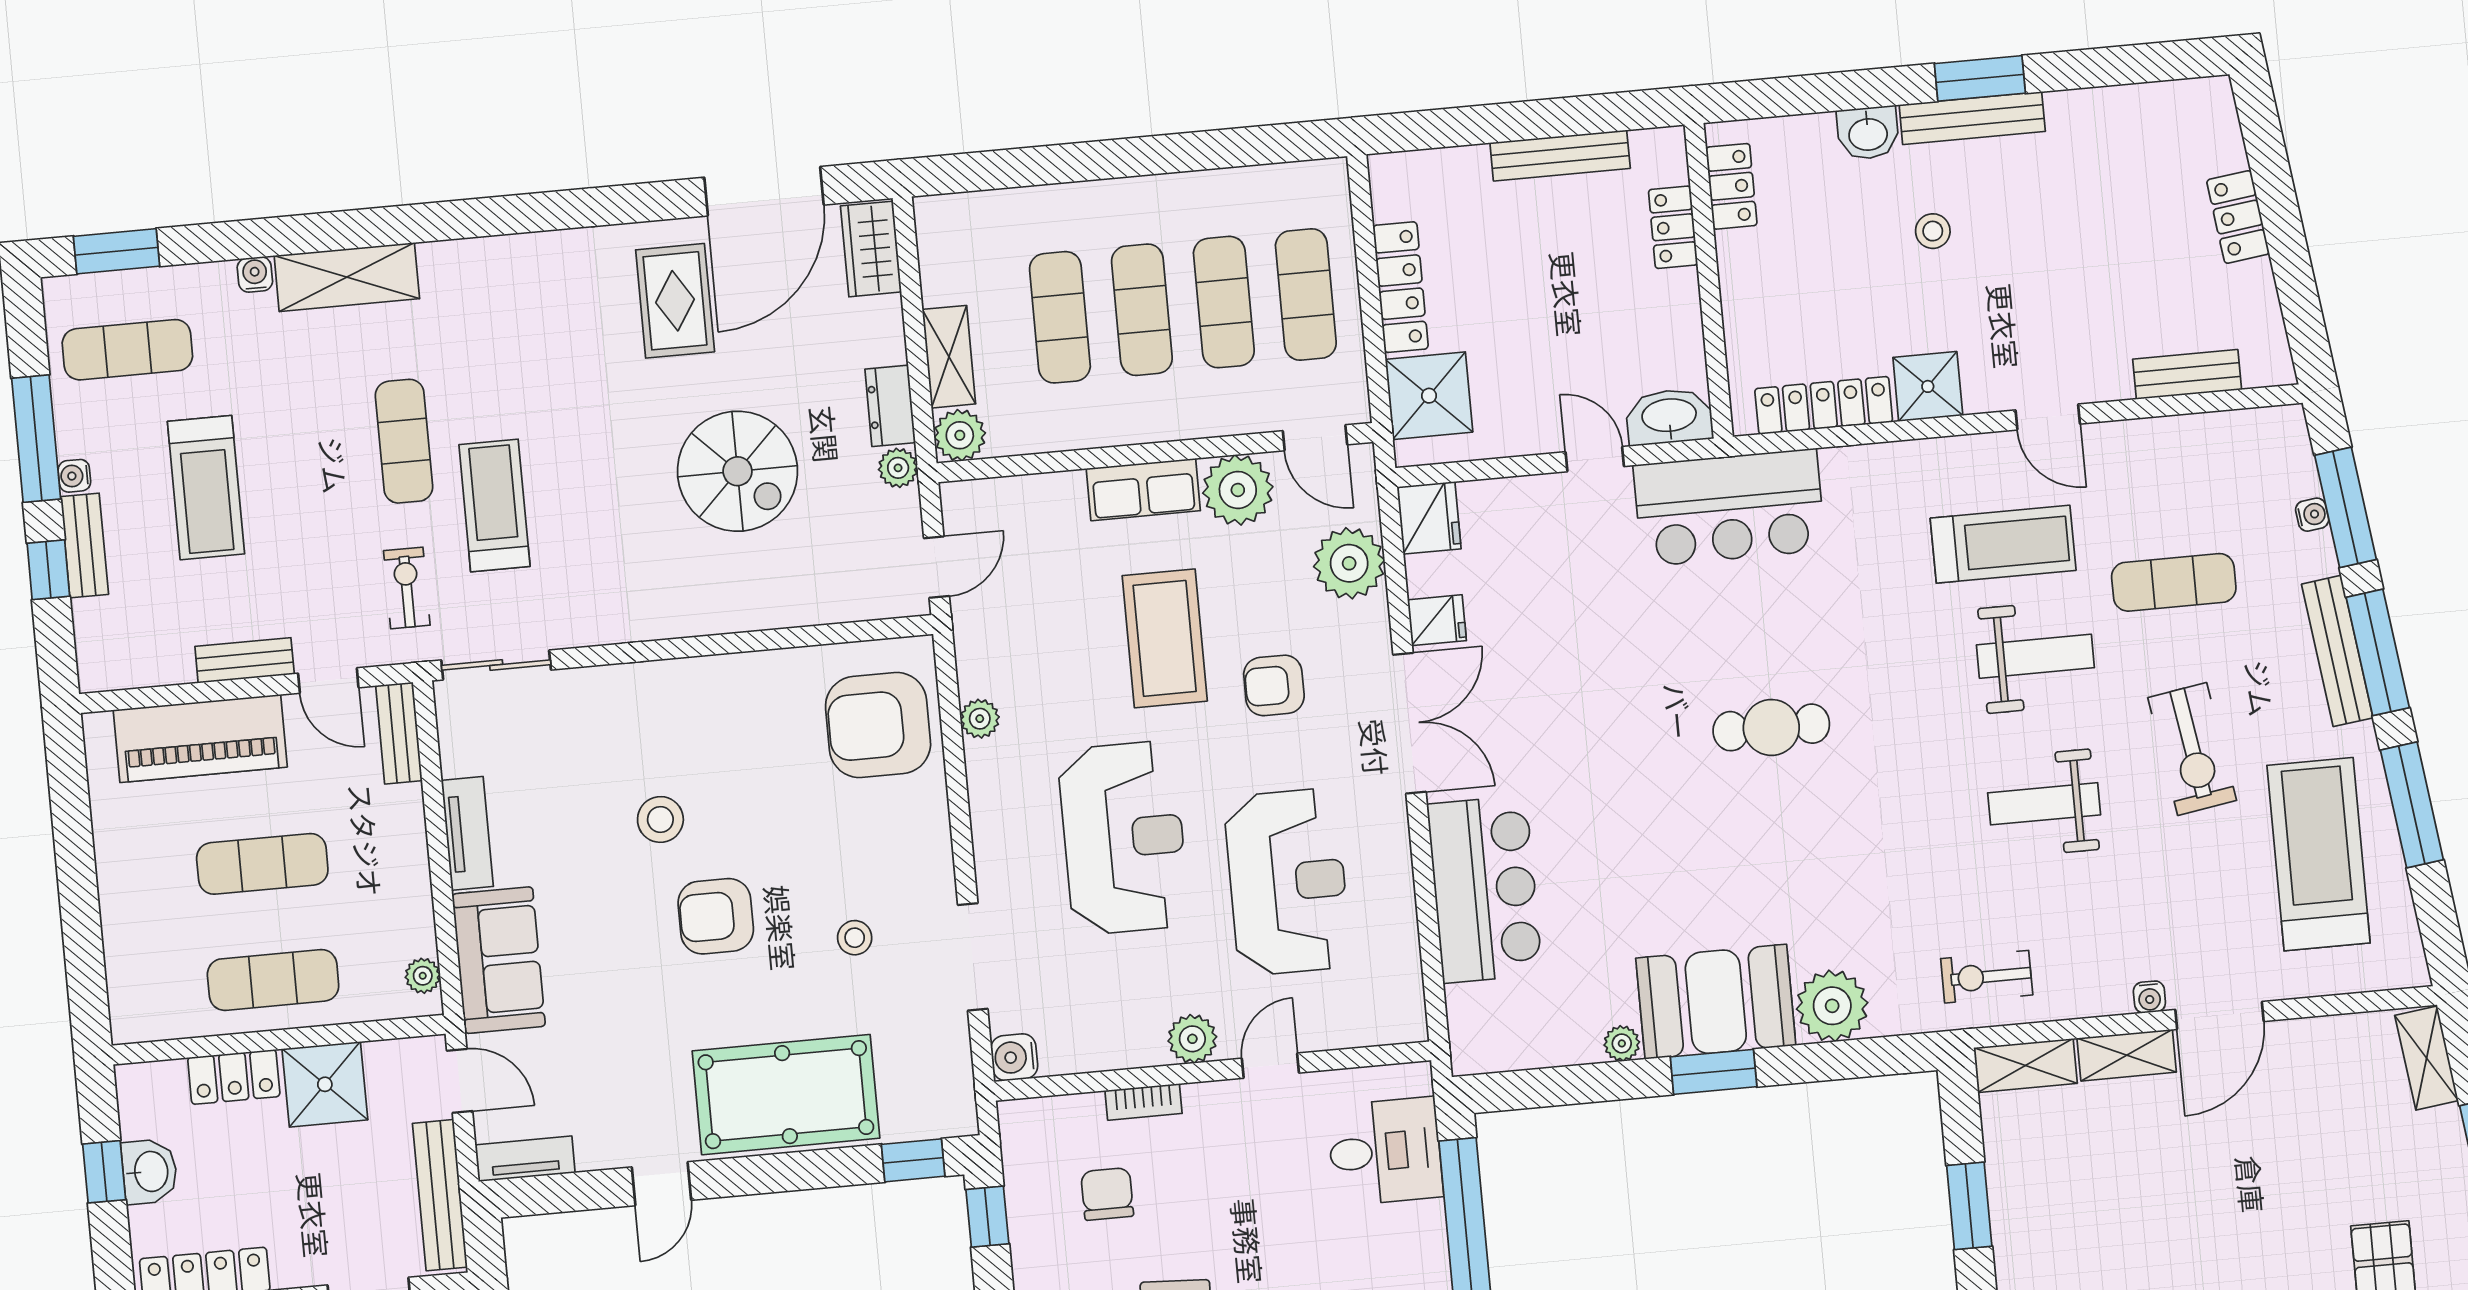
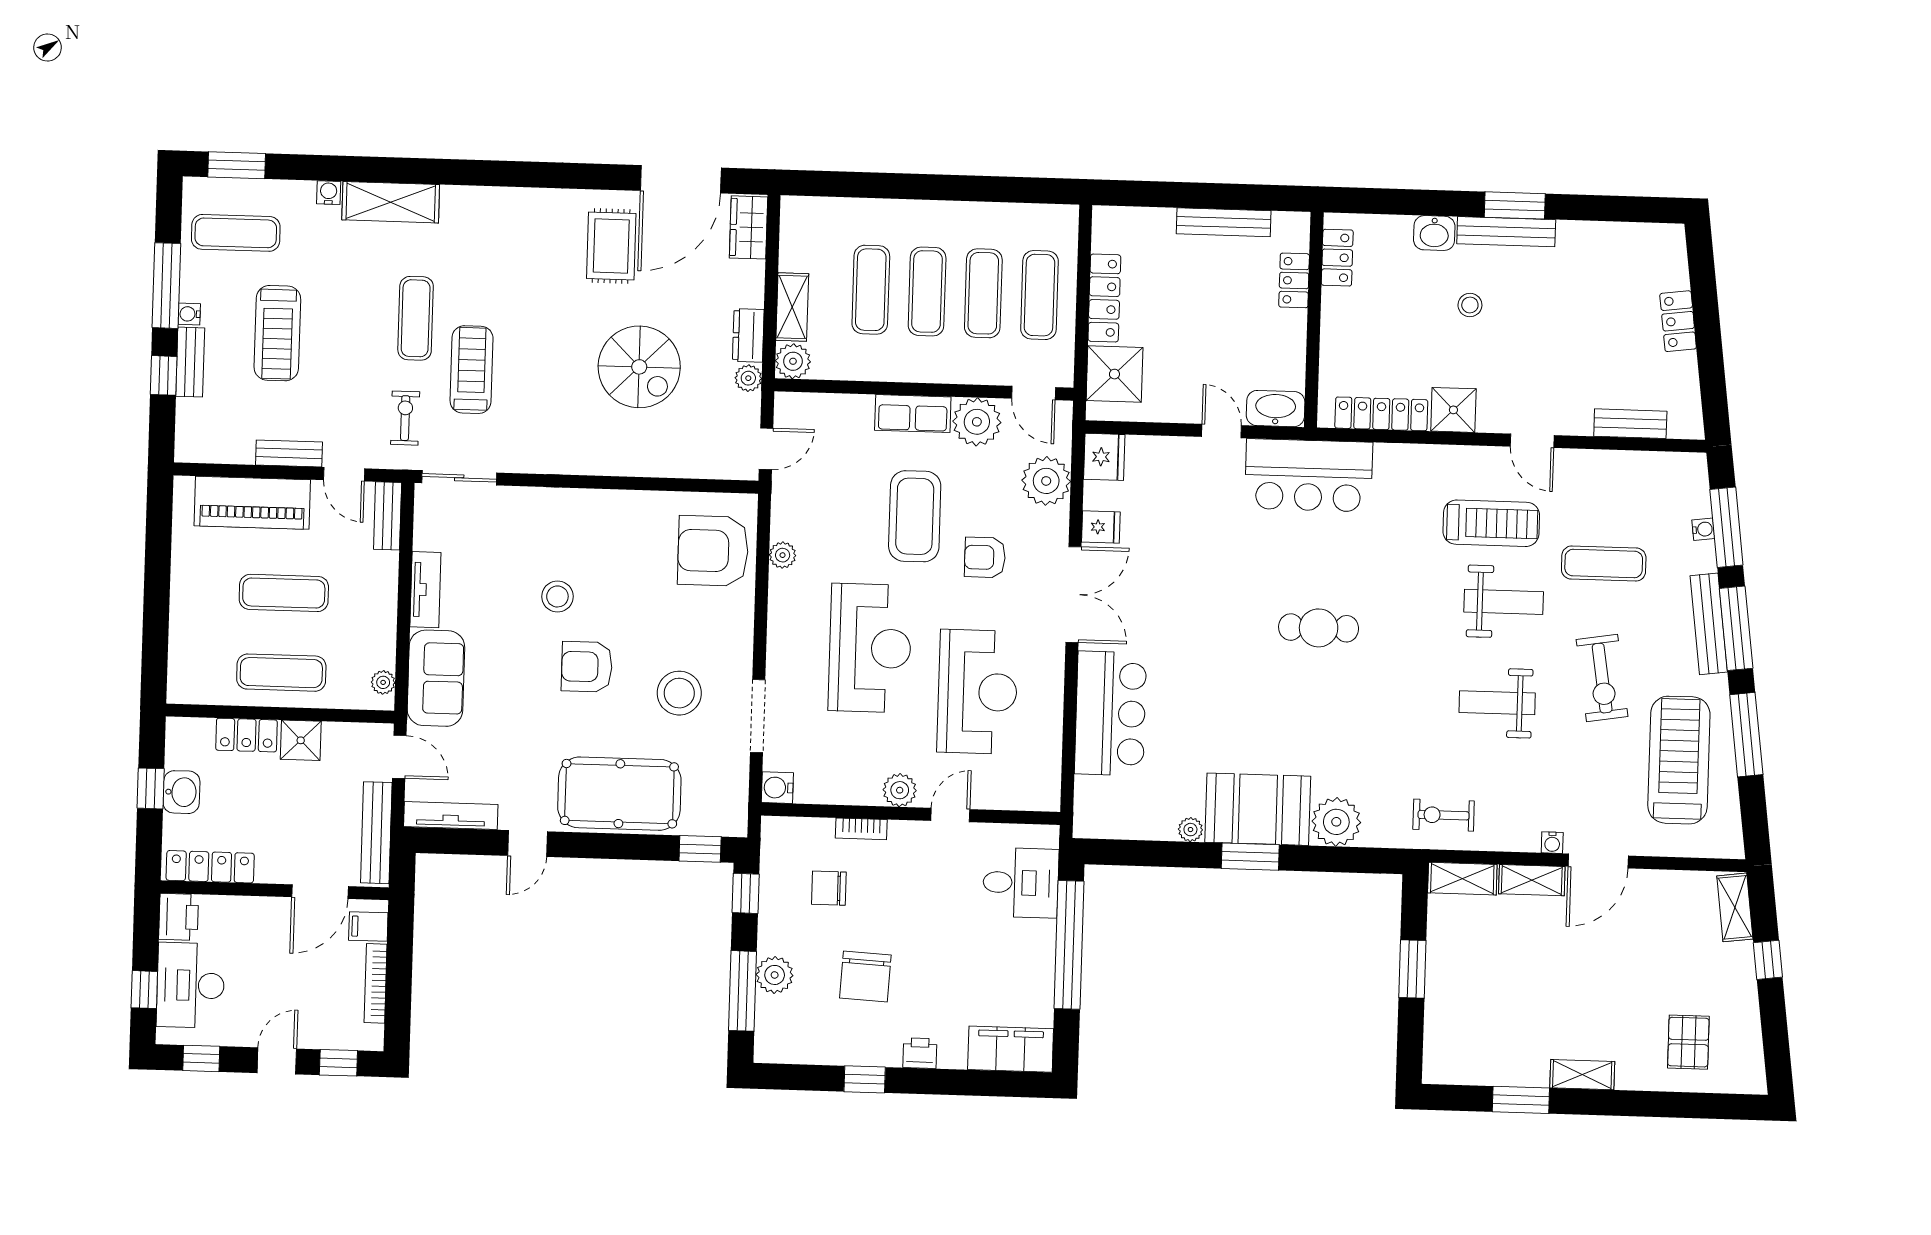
stool: (855, 938) -> (679, 693), width x1.89, depth x1.89
shower: (325, 1084) -> (301, 740), width x0.73, depth x0.73
tv unit: (525, 1159) -> (451, 816), width x1.41
chair: (1107, 1194) -> (829, 888), turned -90

